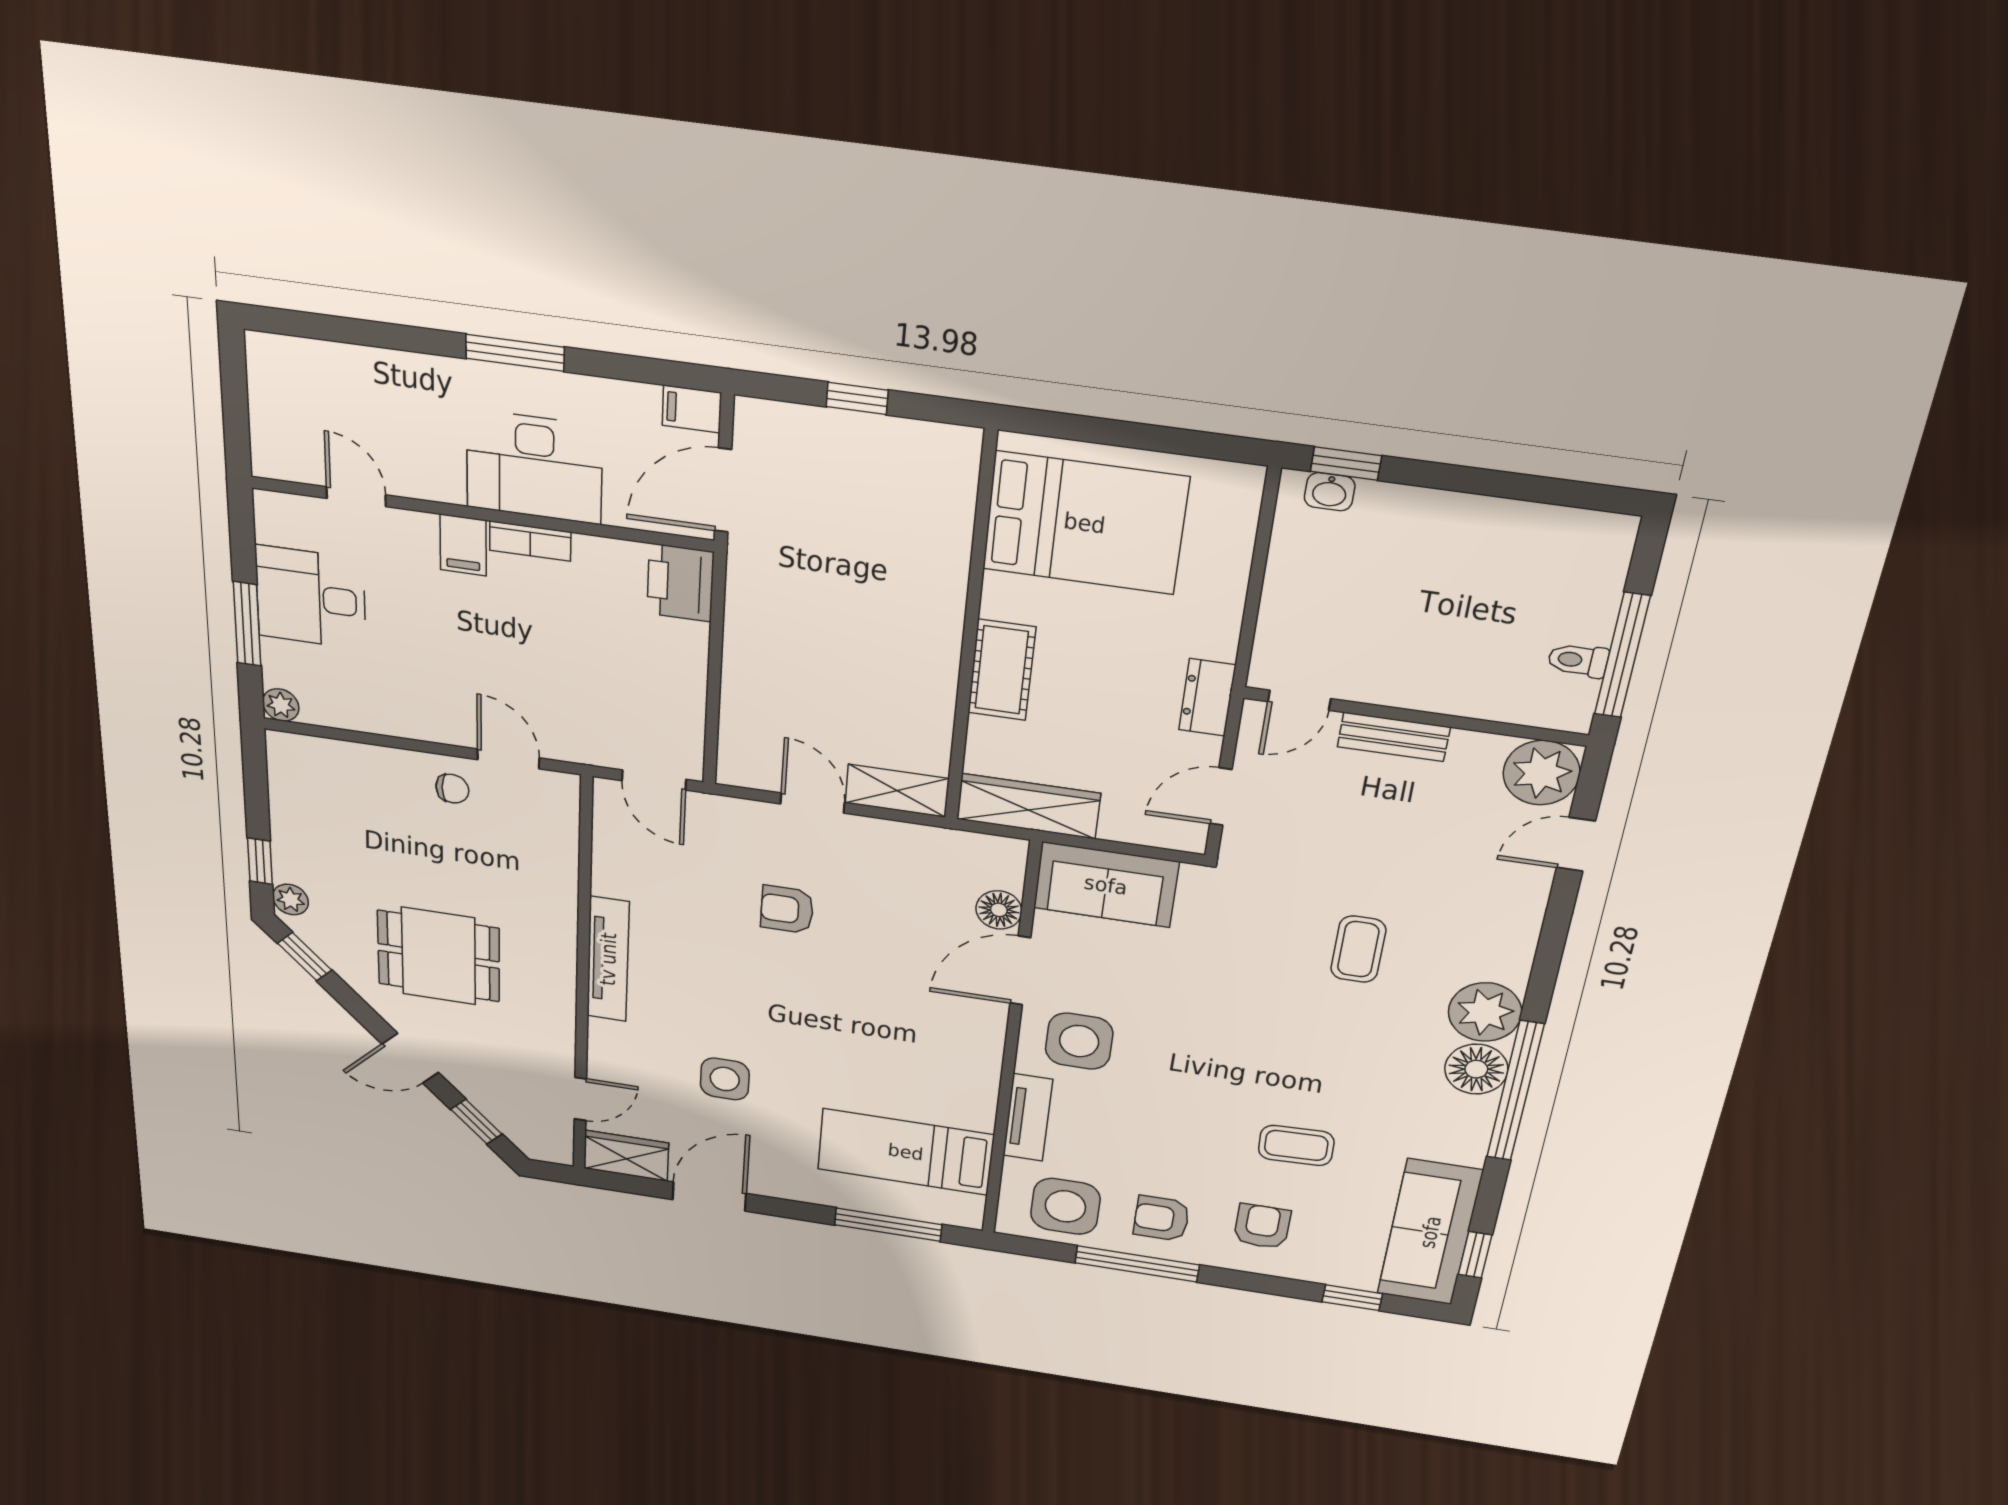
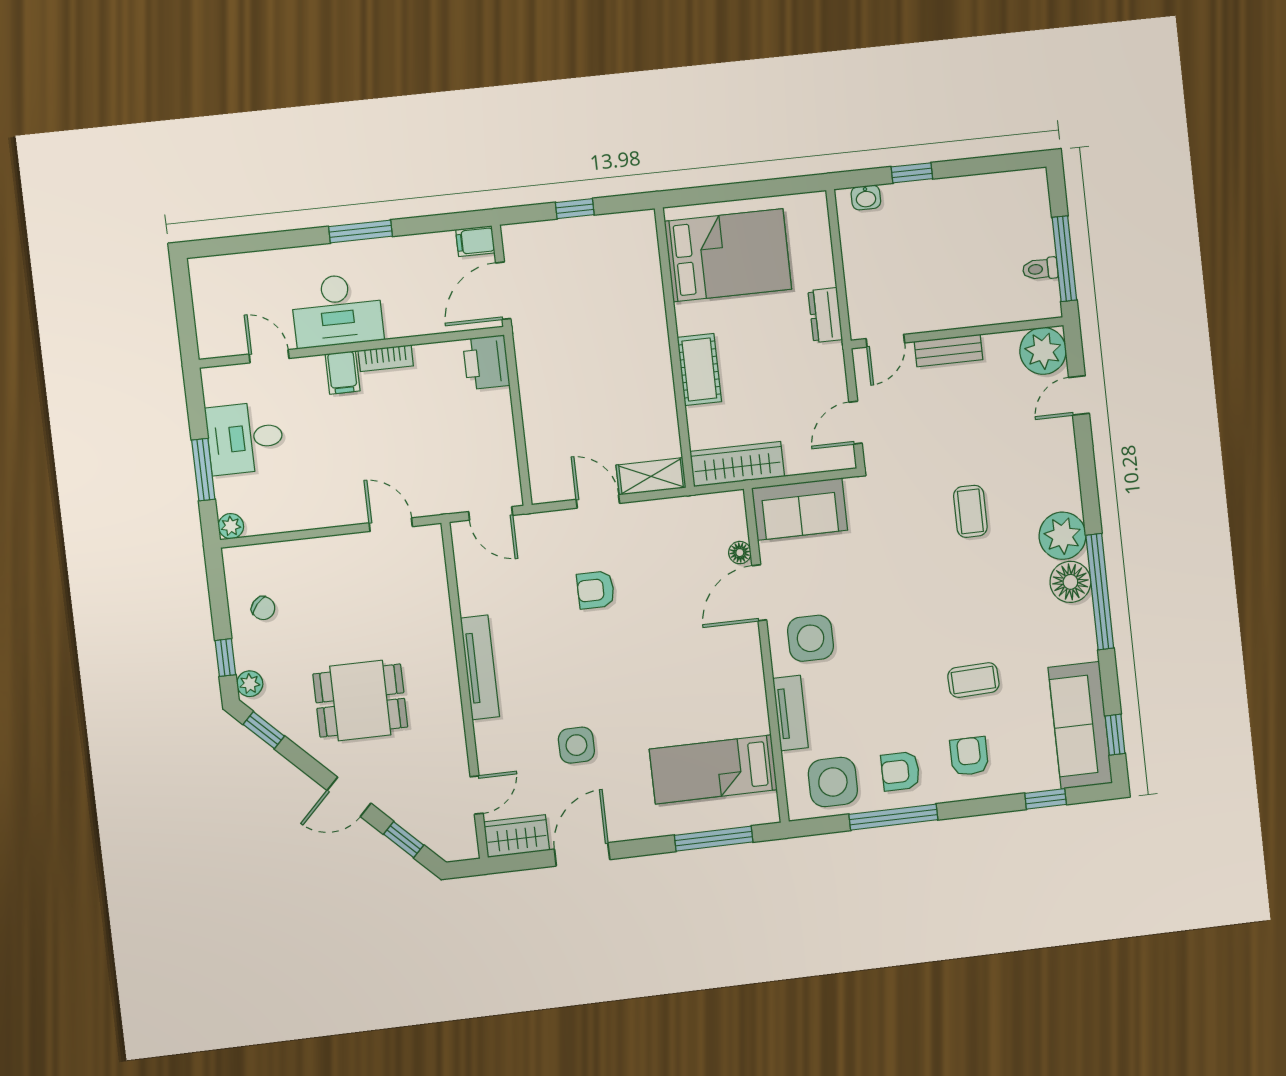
window: (1346, 464) -> (912, 173), moved
desk: (534, 467) -> (337, 310), moved
dresser: (1207, 697) -> (825, 315), moved
chair: (452, 789) -> (263, 608), moved, turned 41
floor lamp: (999, 910) -> (740, 553), width x0.73, depth x0.73

